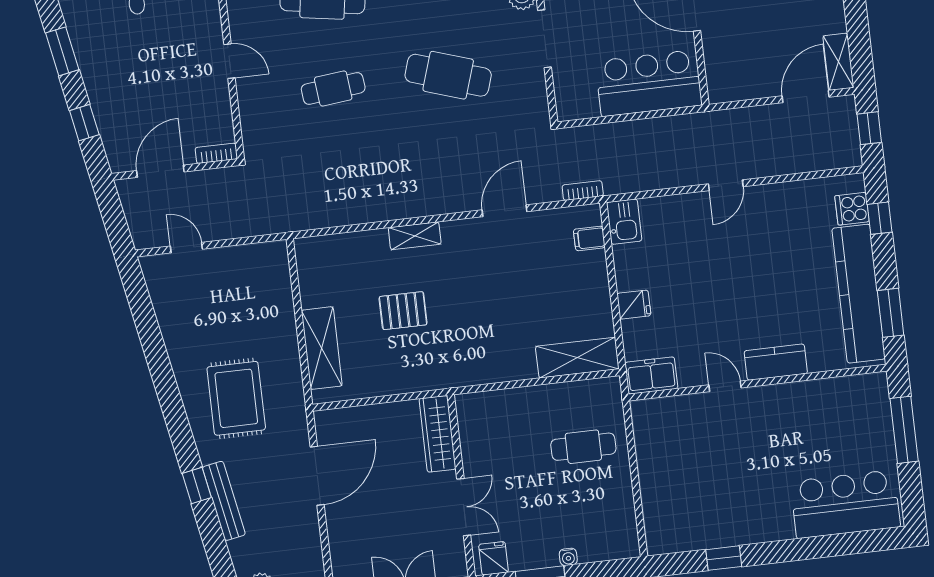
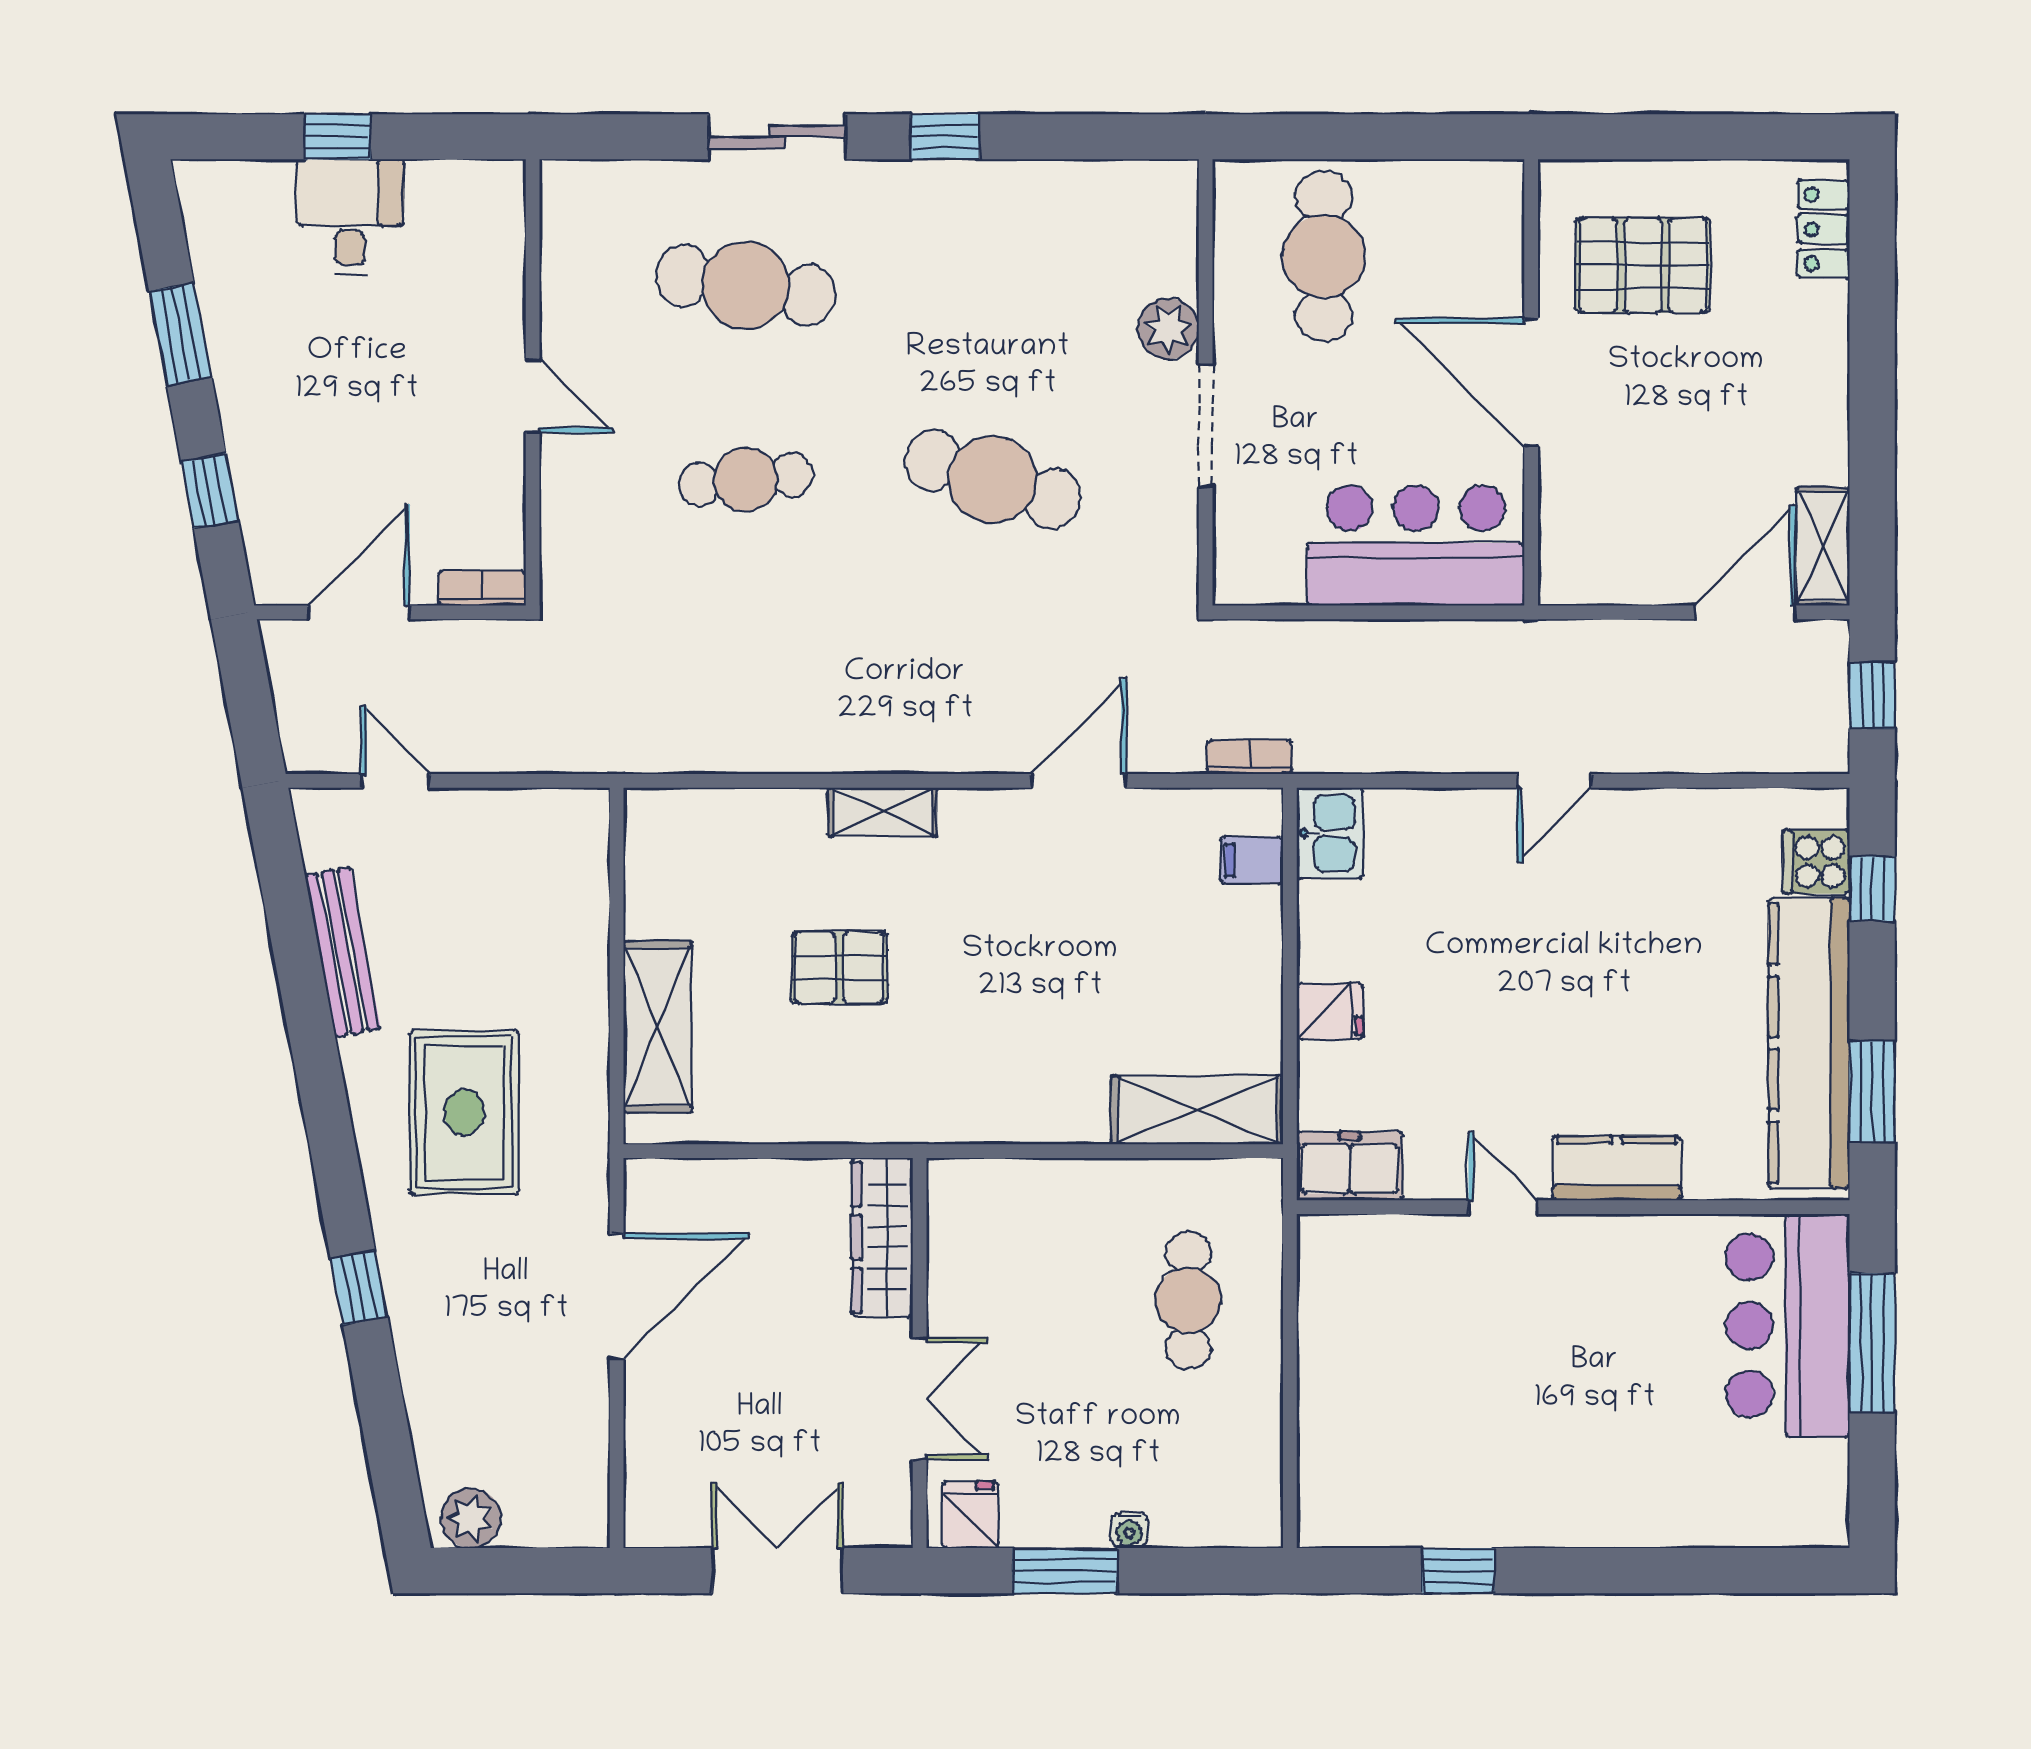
cafe table: (583, 447) -> (1188, 1300), turned 90
bench: (224, 501) -> (343, 952), moved
bar counter: (845, 504) -> (1788, 1325), moved, turned -90

